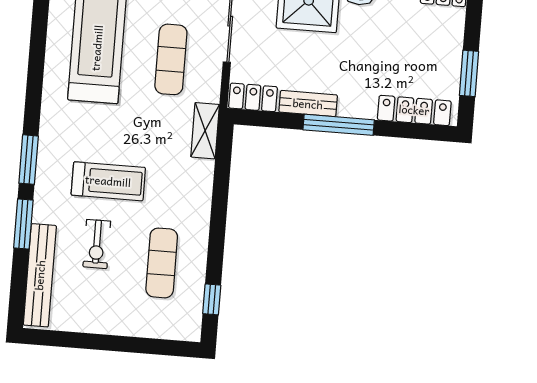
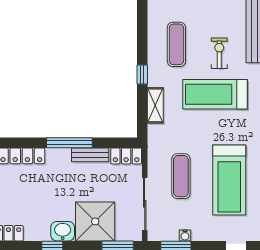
shelving: (205, 131) -> (155, 105), moved
treadmill: (108, 181) -> (215, 94), width x1.37, depth x1.38
window: (212, 299) -> (142, 74), moved

